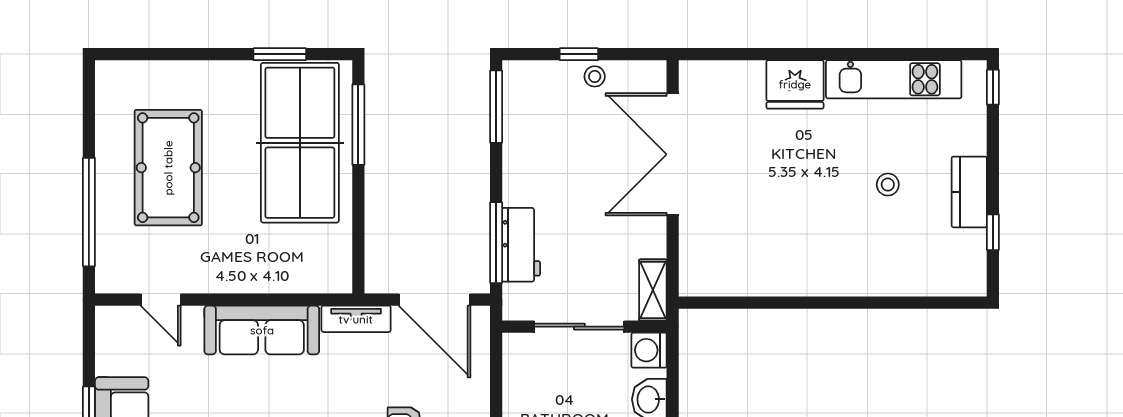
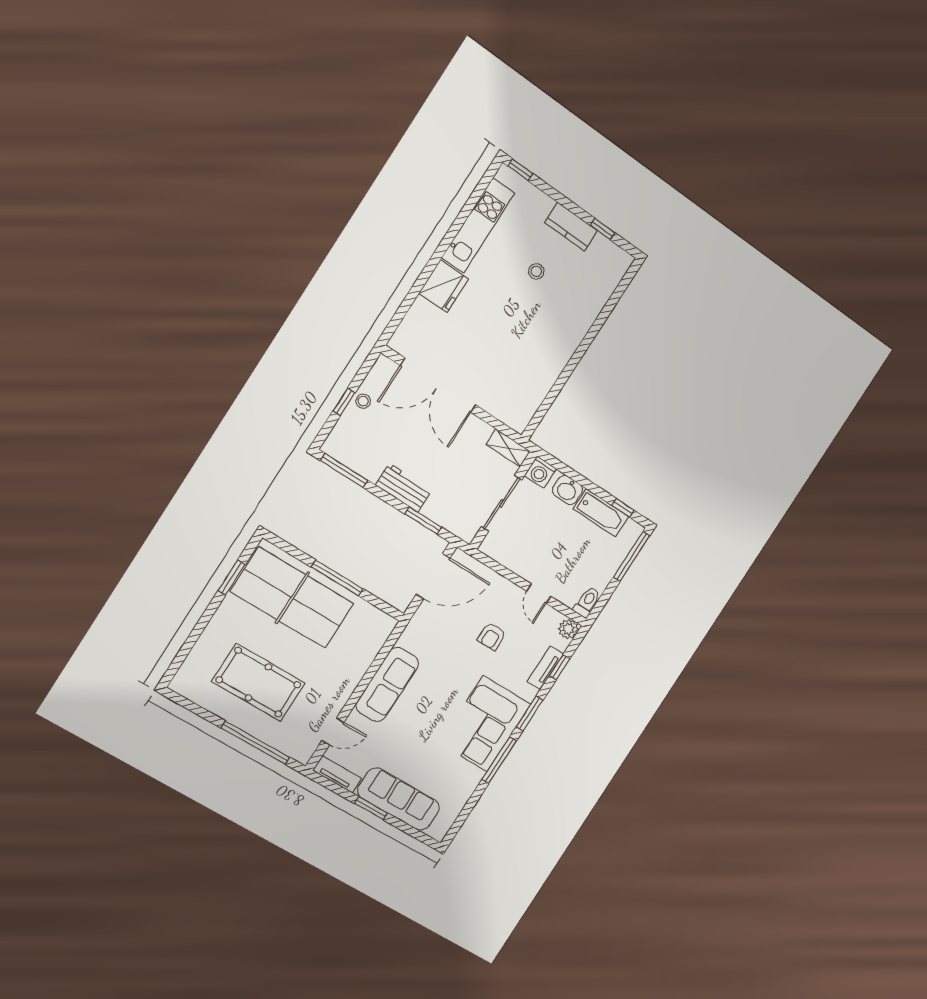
window: (358, 125) -> (337, 578), moved
window: (496, 243) -> (423, 521), width x0.69
workbench: (521, 245) -> (404, 488), moved
tv unit: (356, 319) -> (337, 774), moved, turned -90

